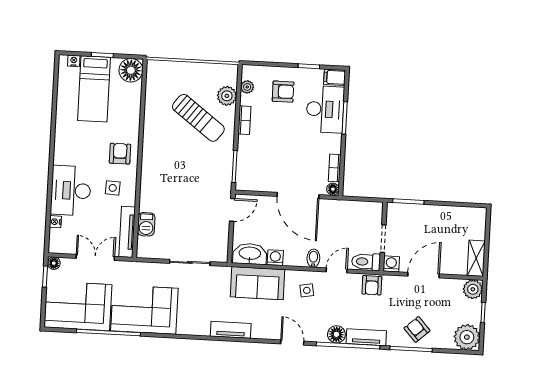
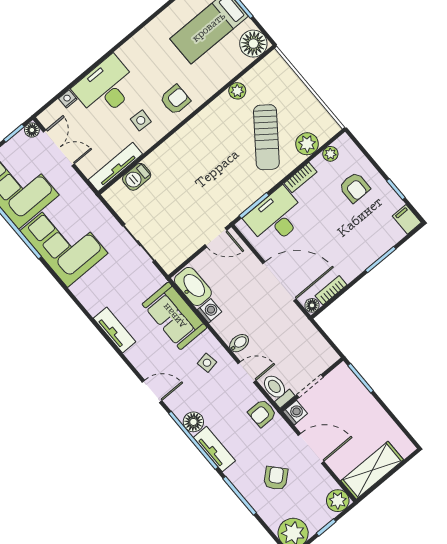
plant: (151, 109) -> (237, 91), added
desk: (325, 109) -> (276, 217), moved, turned 180
door: (298, 196) -> (279, 281), swing flipped
double door: (95, 257) -> (59, 148), moved
shelving: (476, 258) -> (372, 470), width x1.50, depth x1.33
armchair: (417, 329) -> (276, 478), moved
door: (292, 342) -> (152, 391), hinge flipped

